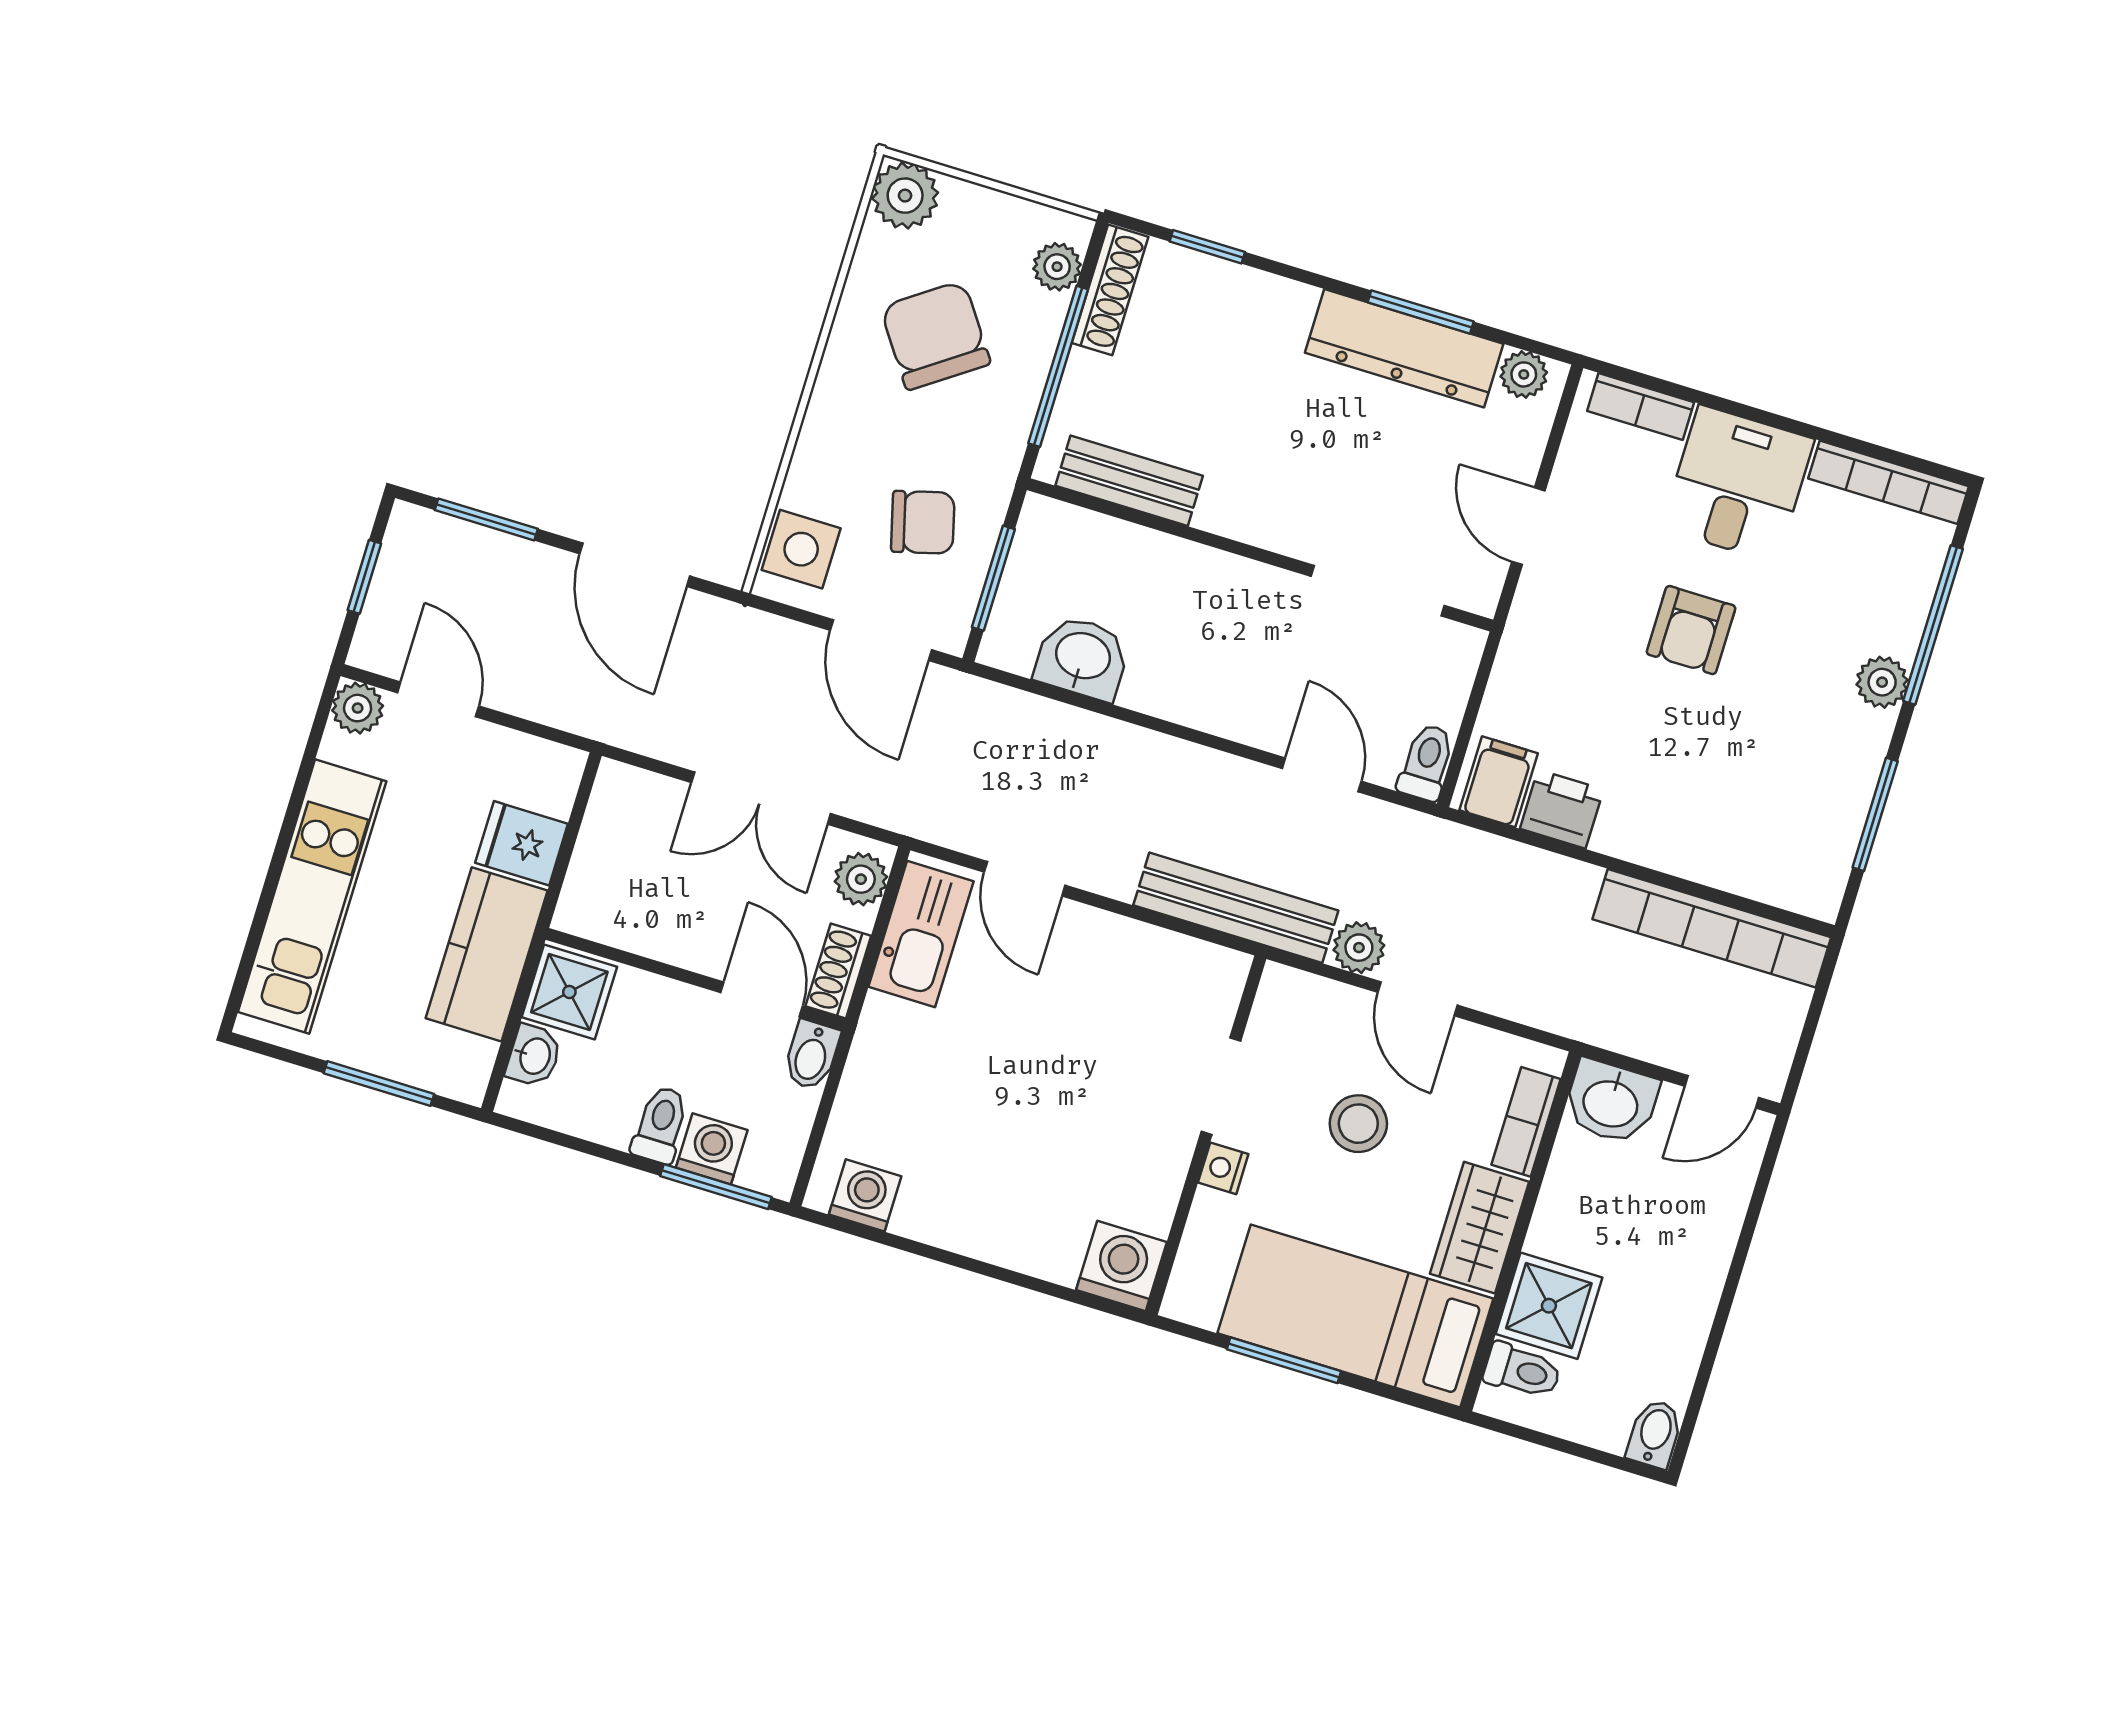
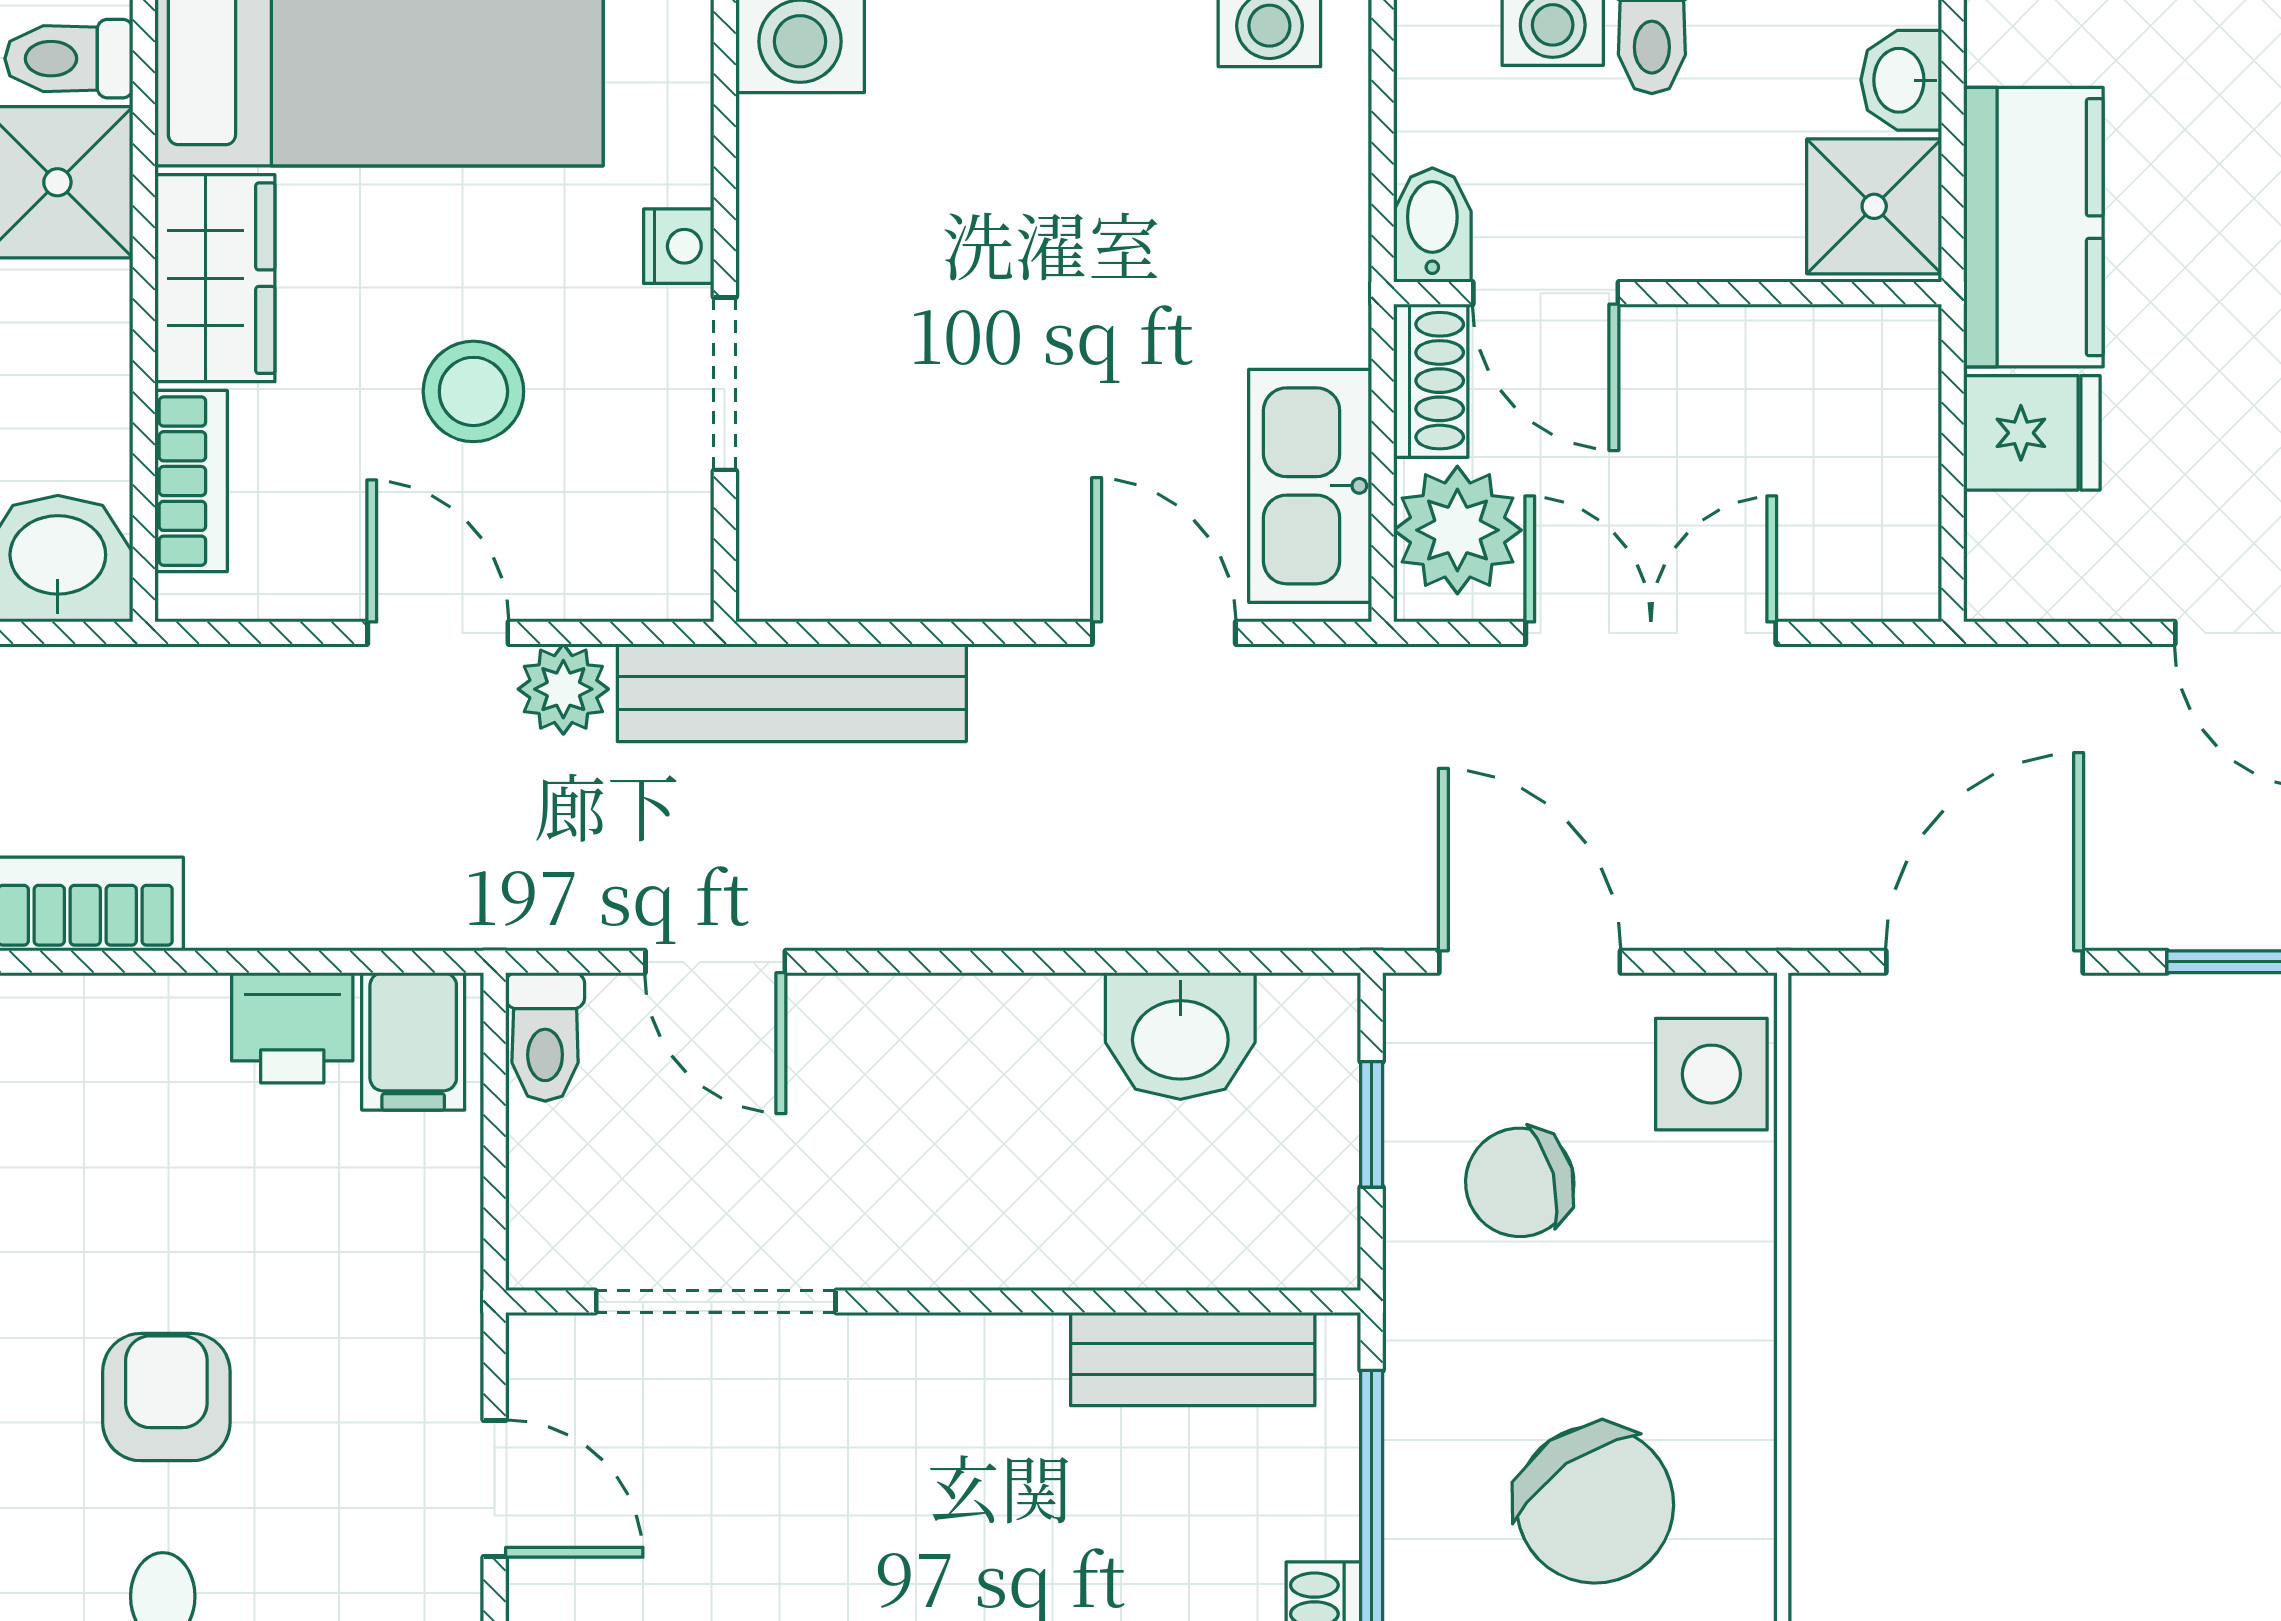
door: (635, 565) -> (1984, 962), hinge flipped
window: (993, 578) -> (1372, 1124), width x0.67
plant: (861, 879) -> (1457, 530), width x1.38, depth x1.38

